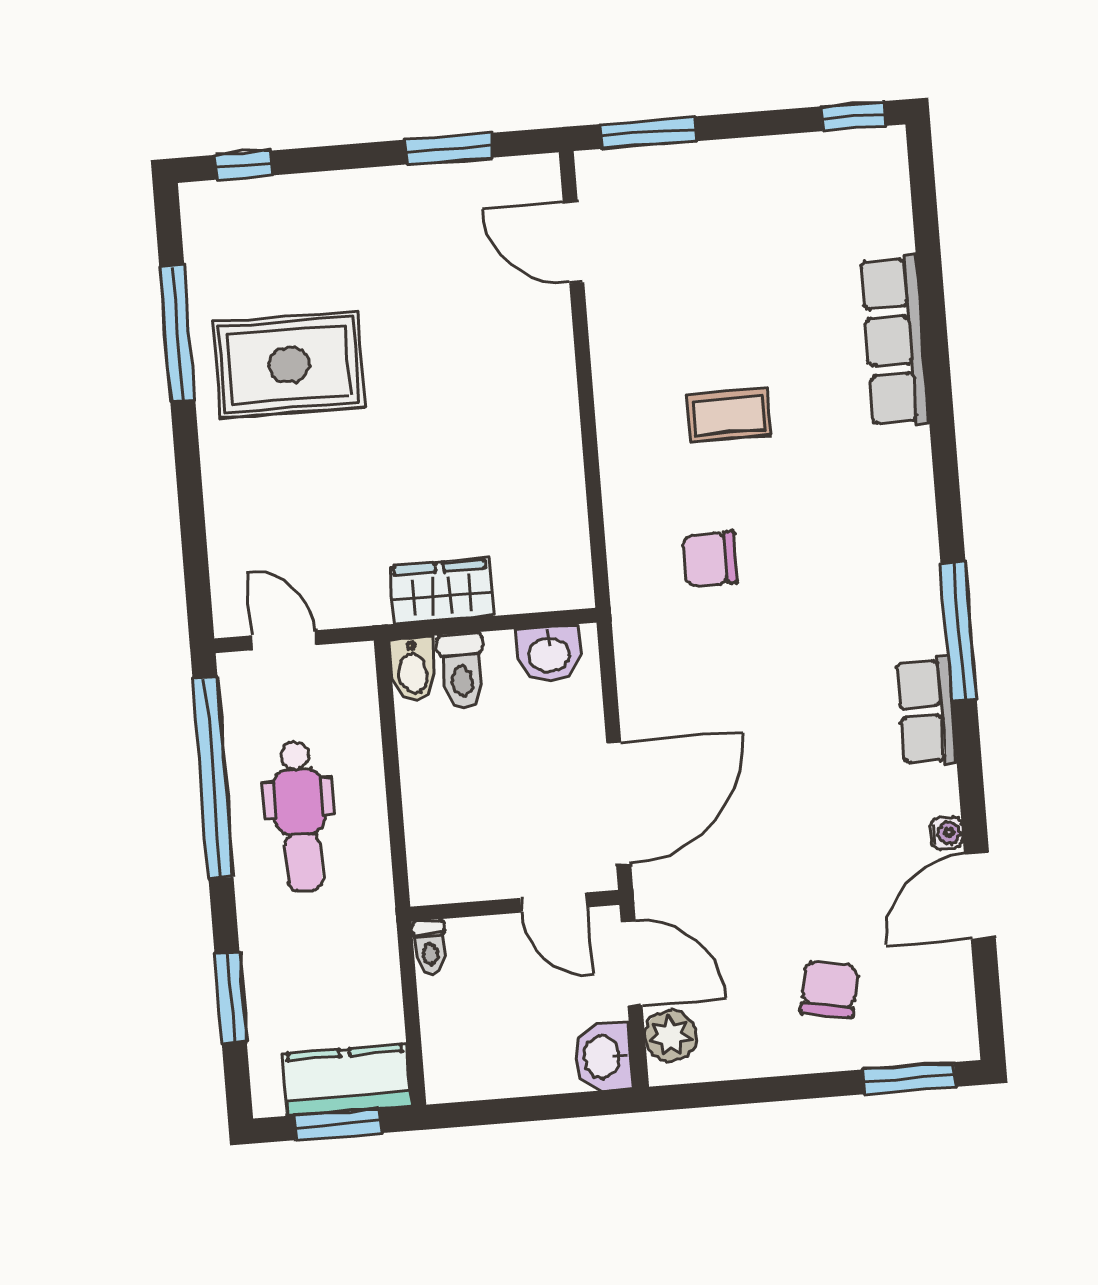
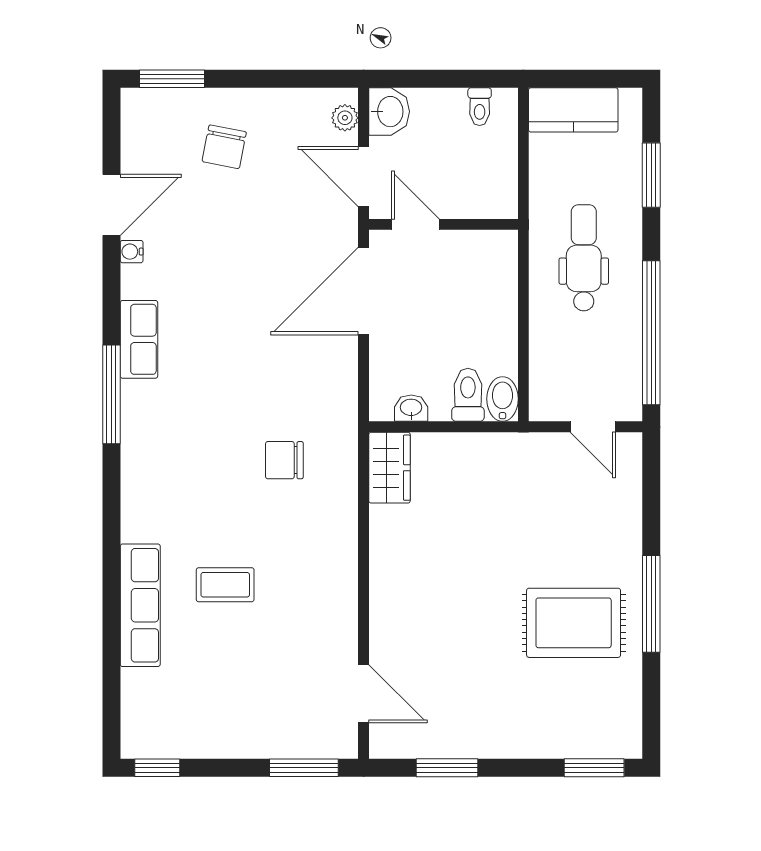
window: (244, 165) -> (594, 768), width x1.50
window: (177, 333) -> (651, 604), moved
coffee table: (728, 415) -> (225, 585), moved
chair: (710, 559) -> (284, 460), turned 180
wardrobe: (441, 591) -> (390, 468), moved, turned -90
washbasin: (549, 653) -> (411, 408), width x0.72, depth x0.69
dental chair: (300, 817) -> (584, 258), moved
toilet: (430, 947) -> (480, 107), moved, turned 180
plant: (671, 1036) -> (345, 118), width x0.73, depth x0.73
window: (337, 1124) -> (582, 79), removed

